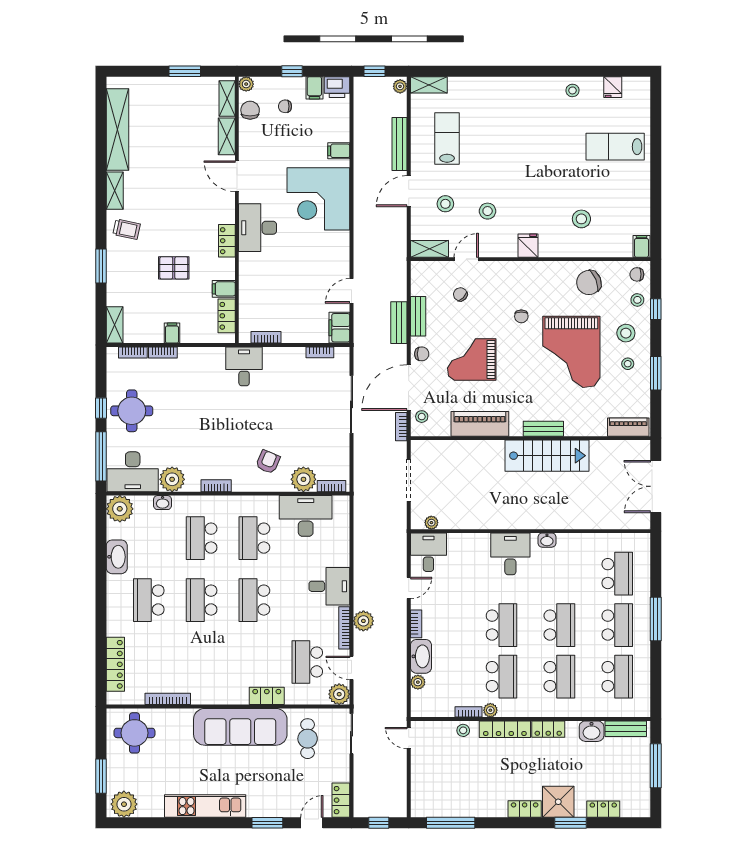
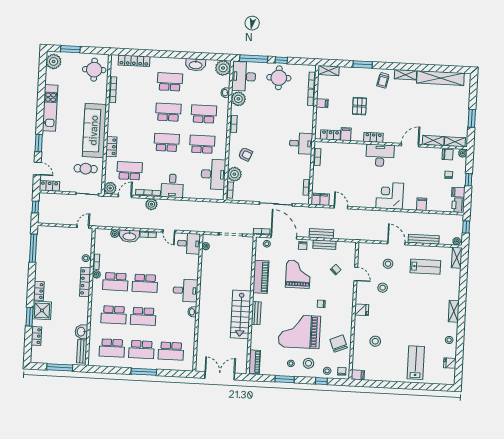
corner desk: (318, 199) -> (390, 196), width x0.74, depth x0.74
shelving: (429, 249) -> (454, 311), moved
locker: (548, 729) -> (84, 307), removed

